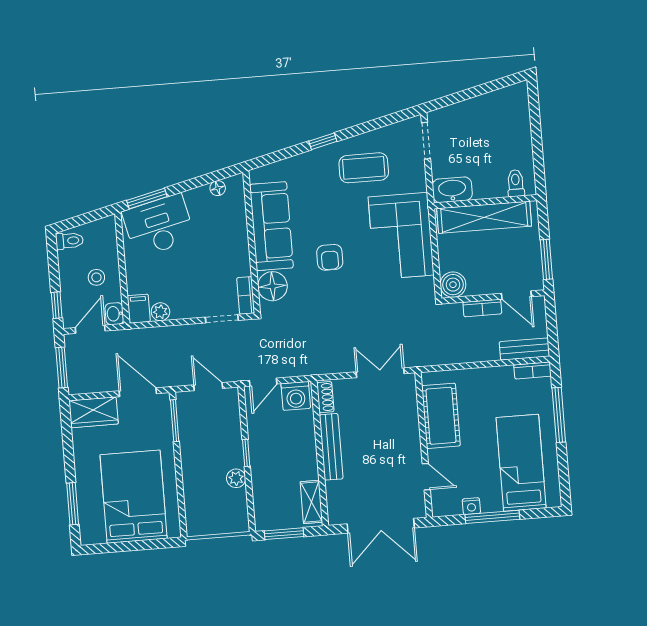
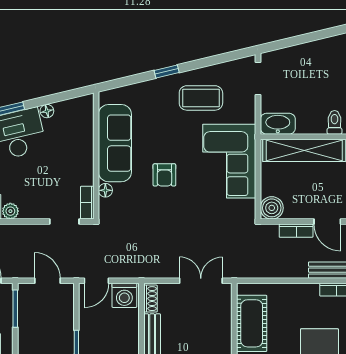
floor lamp: (218, 188) -> (47, 111), moved
floor lamp: (272, 286) -> (105, 190), width x0.53, depth x0.53

